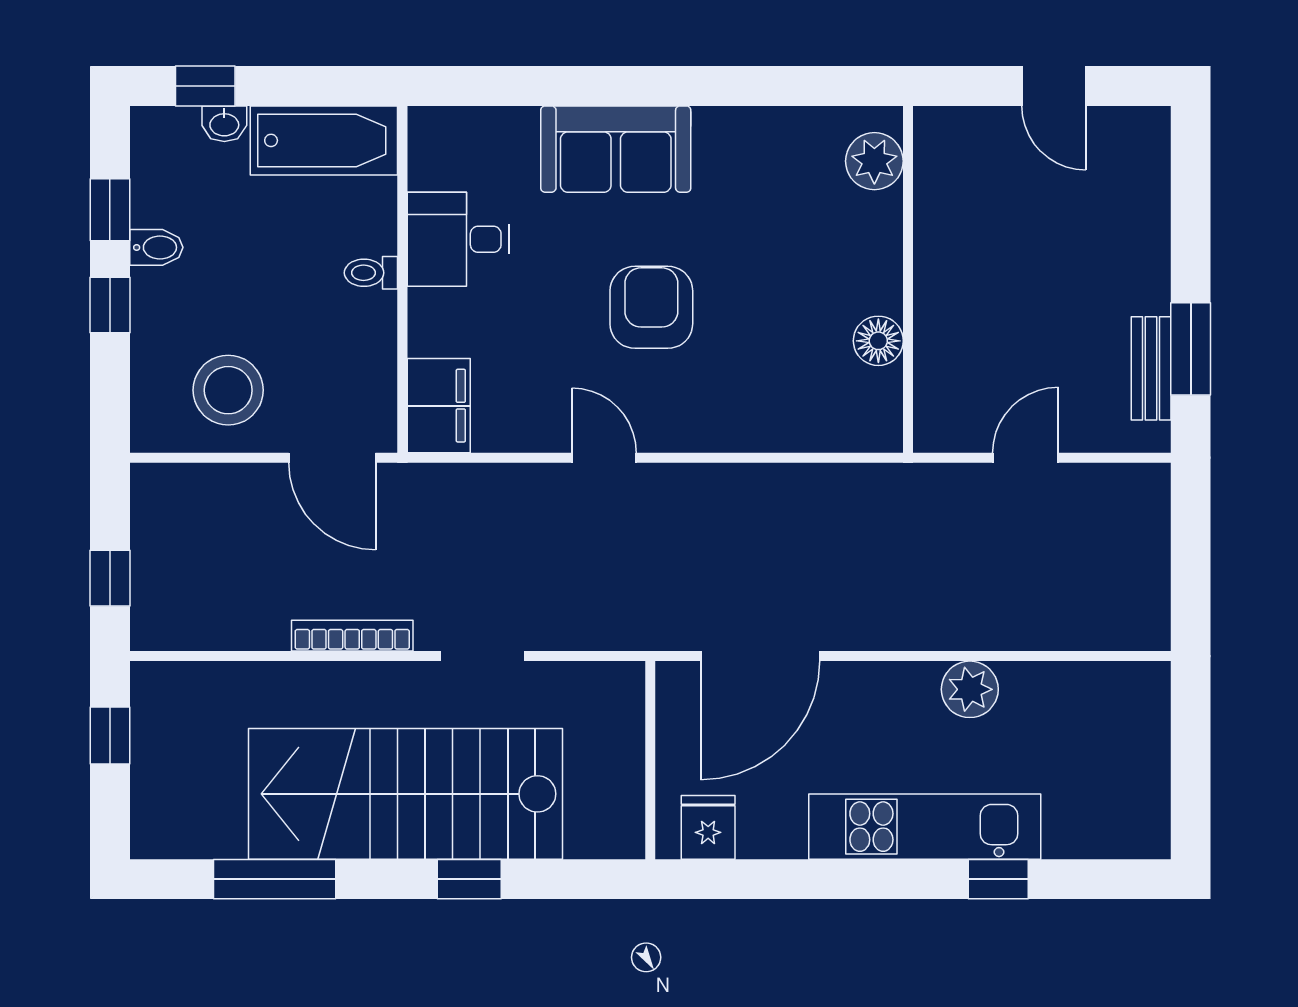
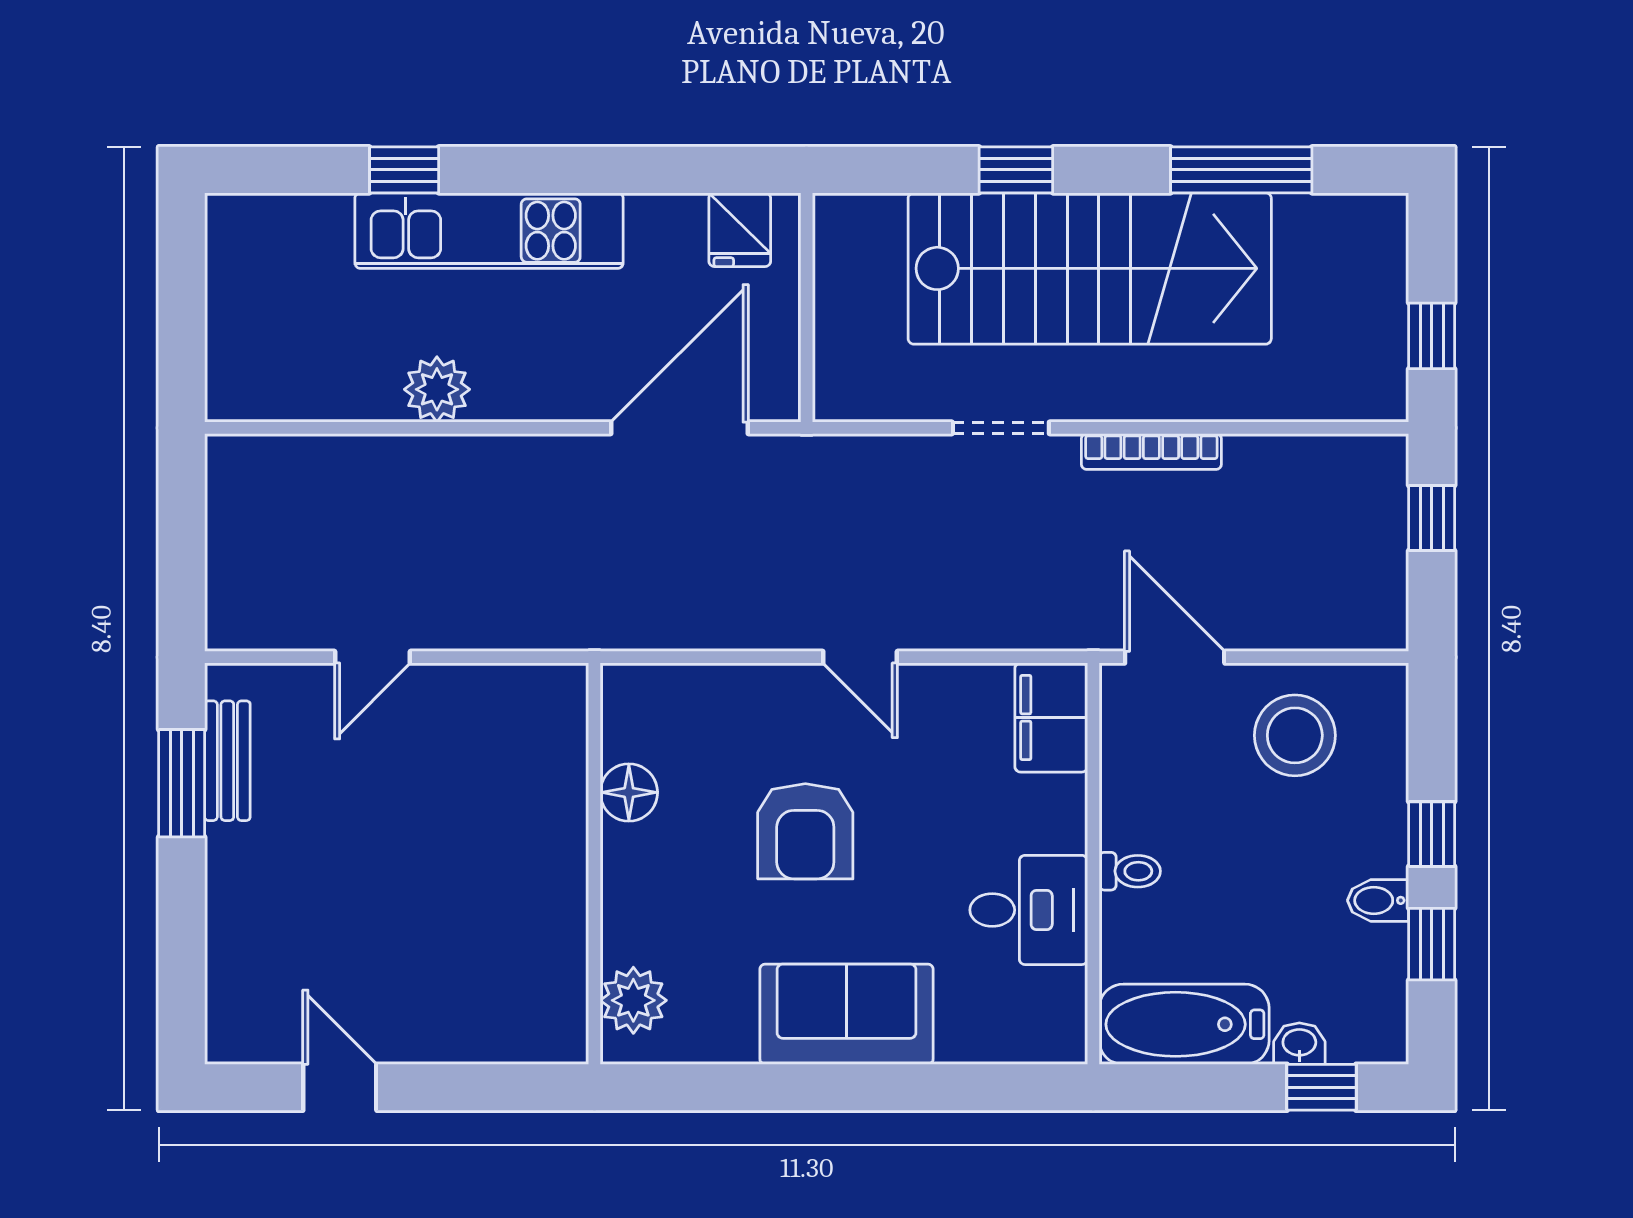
plant: (874, 161) -> (633, 1000), moved
wall: (908, 279) -> (594, 864), moved
floor lamp: (878, 341) -> (629, 792), moved

